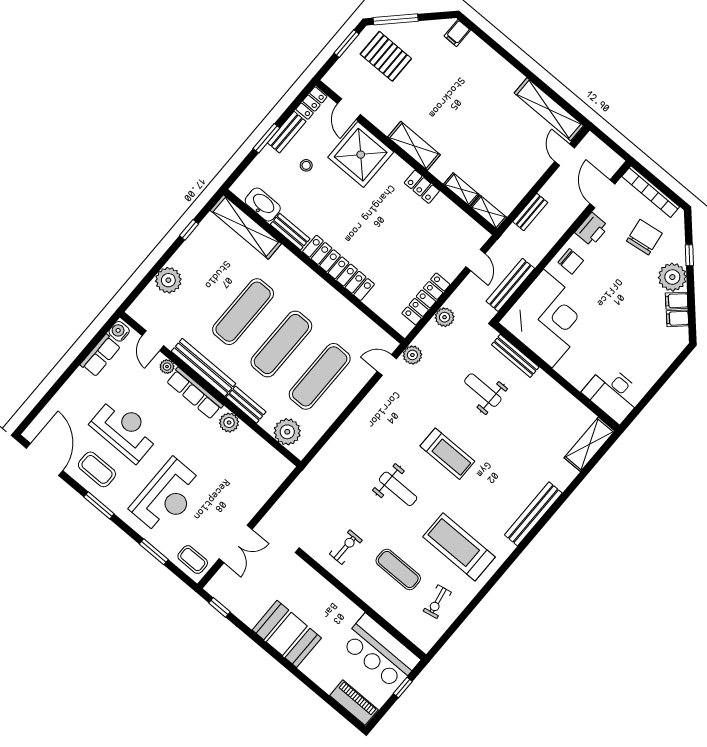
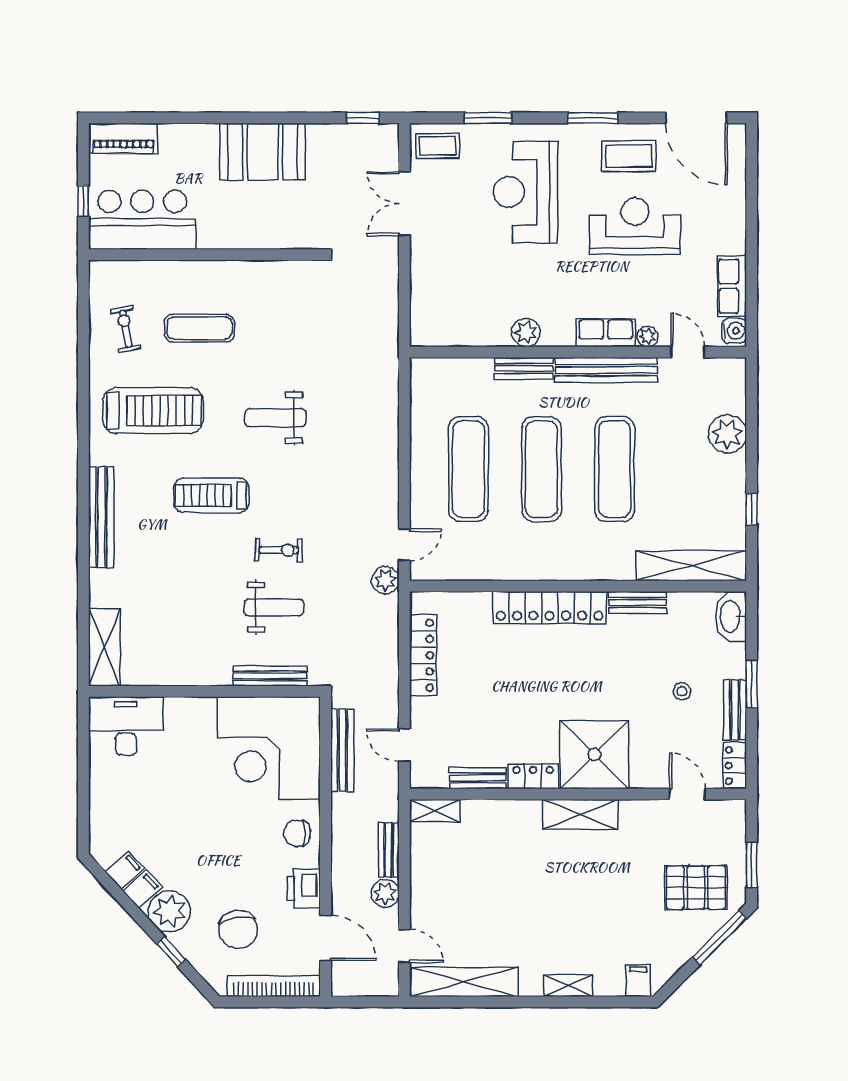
shower: (361, 155) -> (594, 755), moved
shelving: (461, 189) -> (568, 986), moved
washbasin: (263, 204) -> (731, 617), moved, turned 90
bench: (452, 210) -> (478, 778), added
plant: (445, 317) -> (385, 893), moved
row of seats: (195, 393) -> (606, 333), width x0.68
reception desk: (125, 430) -> (635, 226), turned 180
plant: (287, 432) -> (452, 377), removed
treadmill: (447, 454) -> (212, 495), moved
exercise bike: (346, 547) -> (279, 550), moved, turned -89

